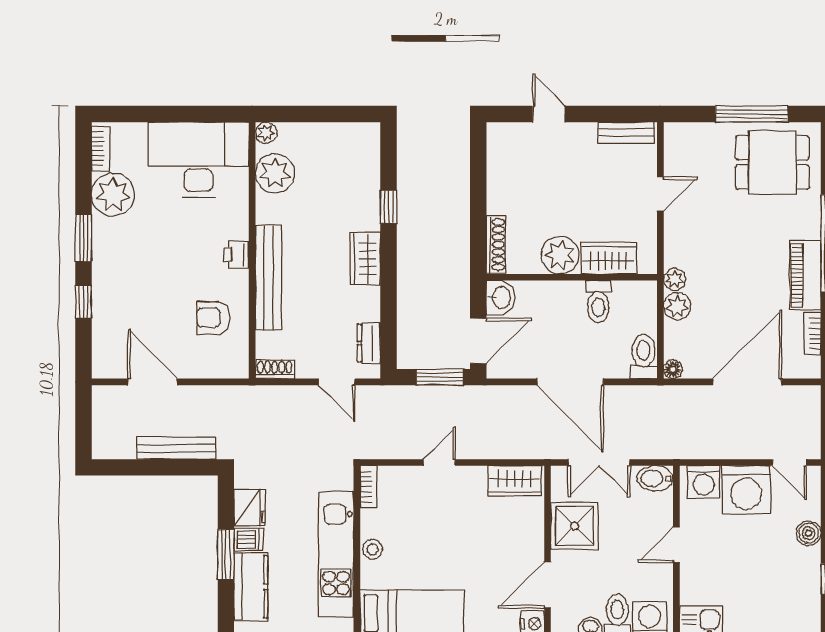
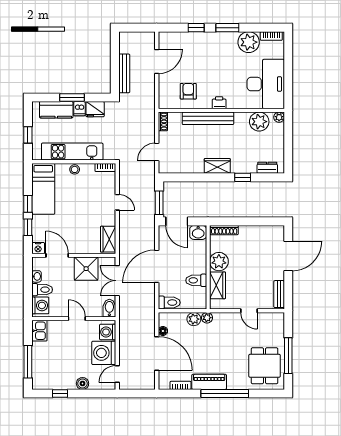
door: (549, 114) -> (288, 256), width x1.88
dresser: (369, 343) -> (267, 168), moved
floor lamp: (673, 369) -> (163, 331), moved

